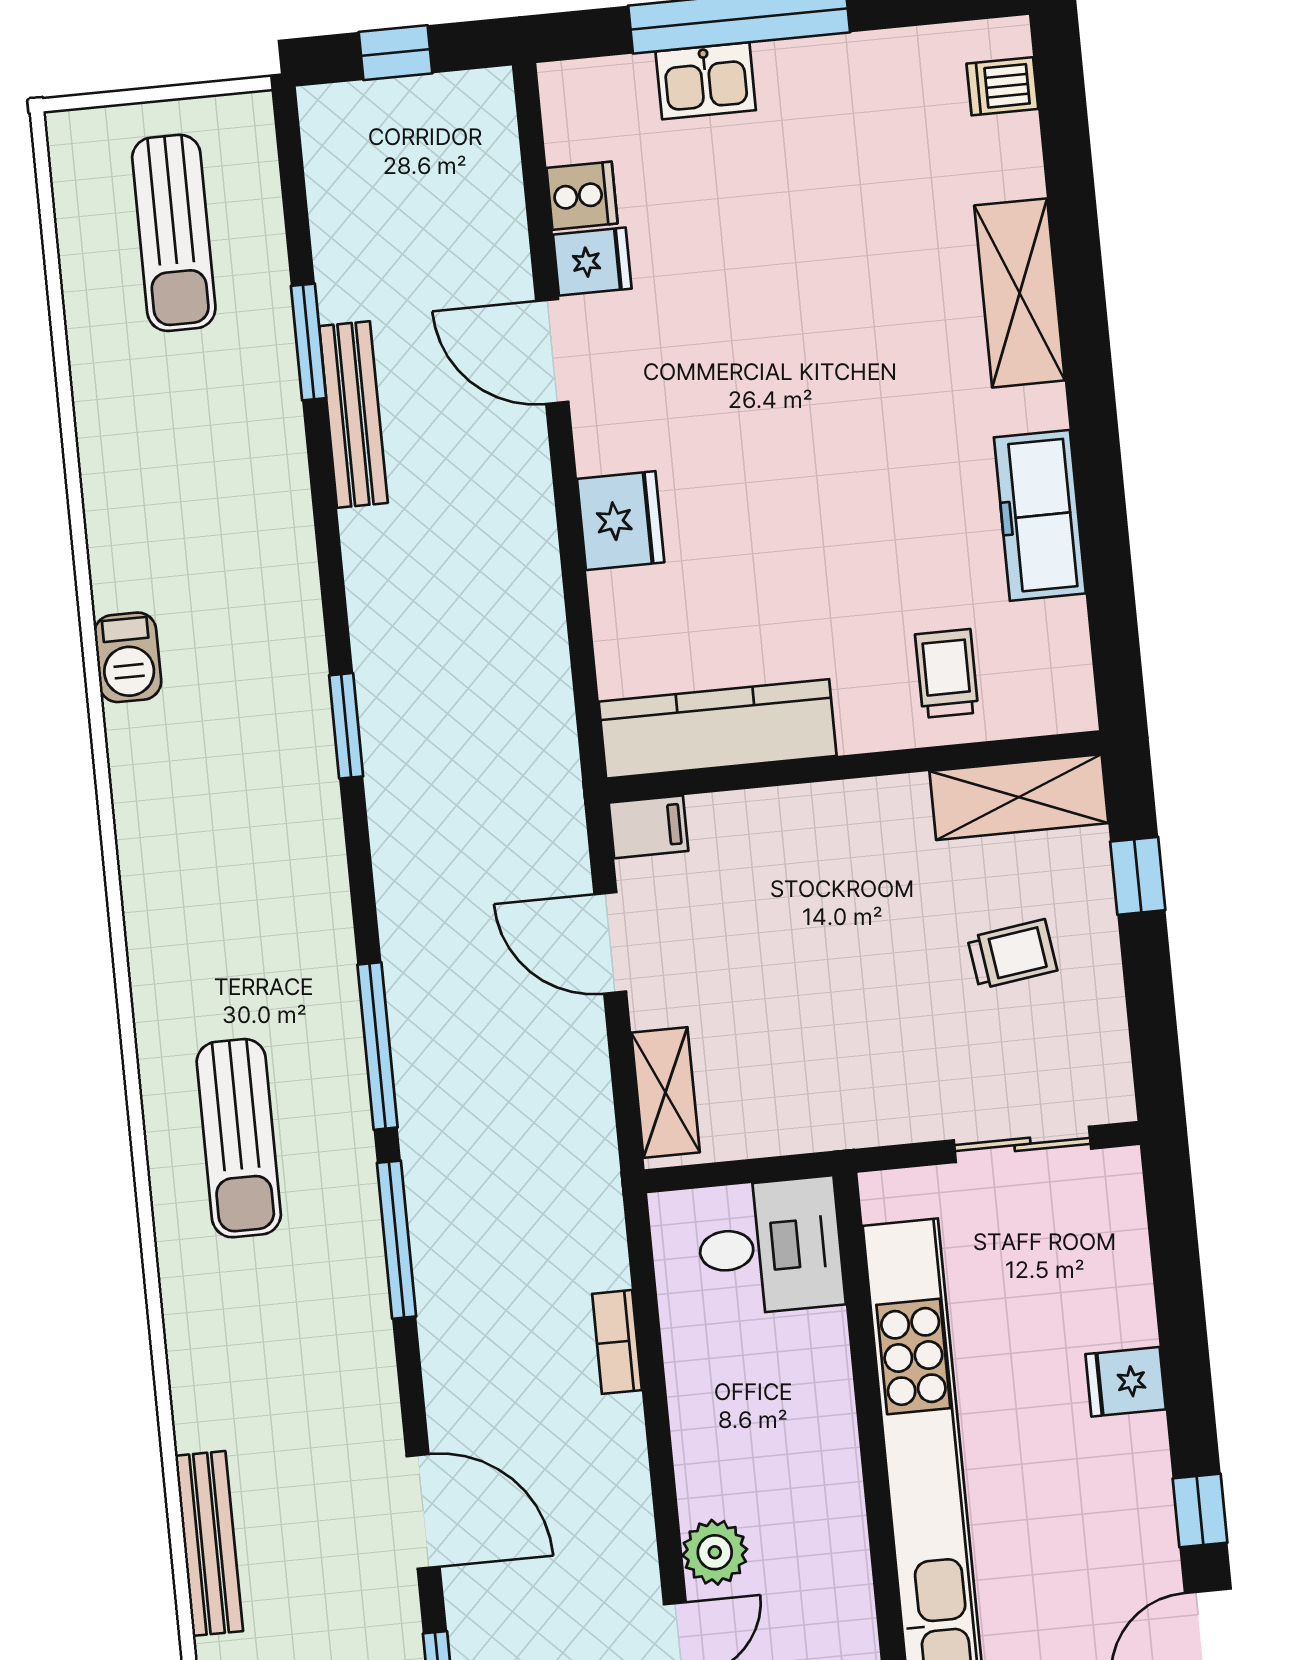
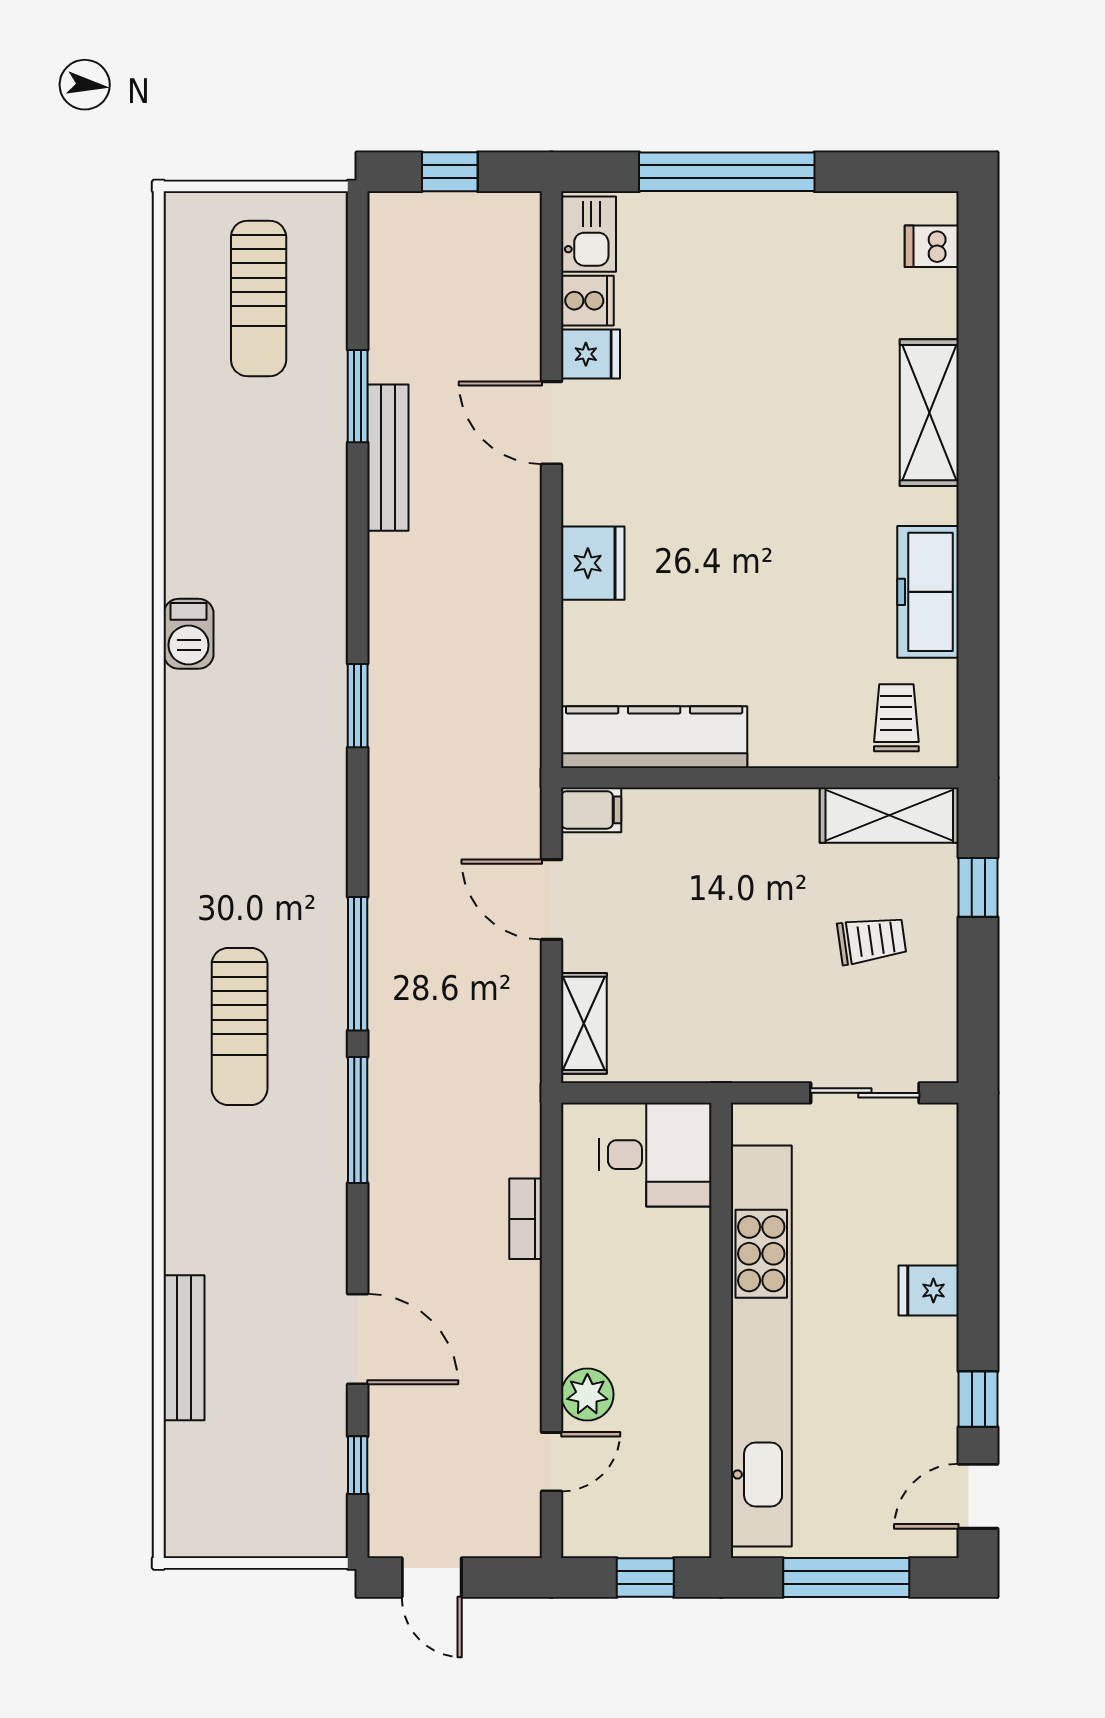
kitchen sink: (706, 81) -> (589, 234), moved, turned -90
trolley: (947, 673) -> (896, 718), moved

